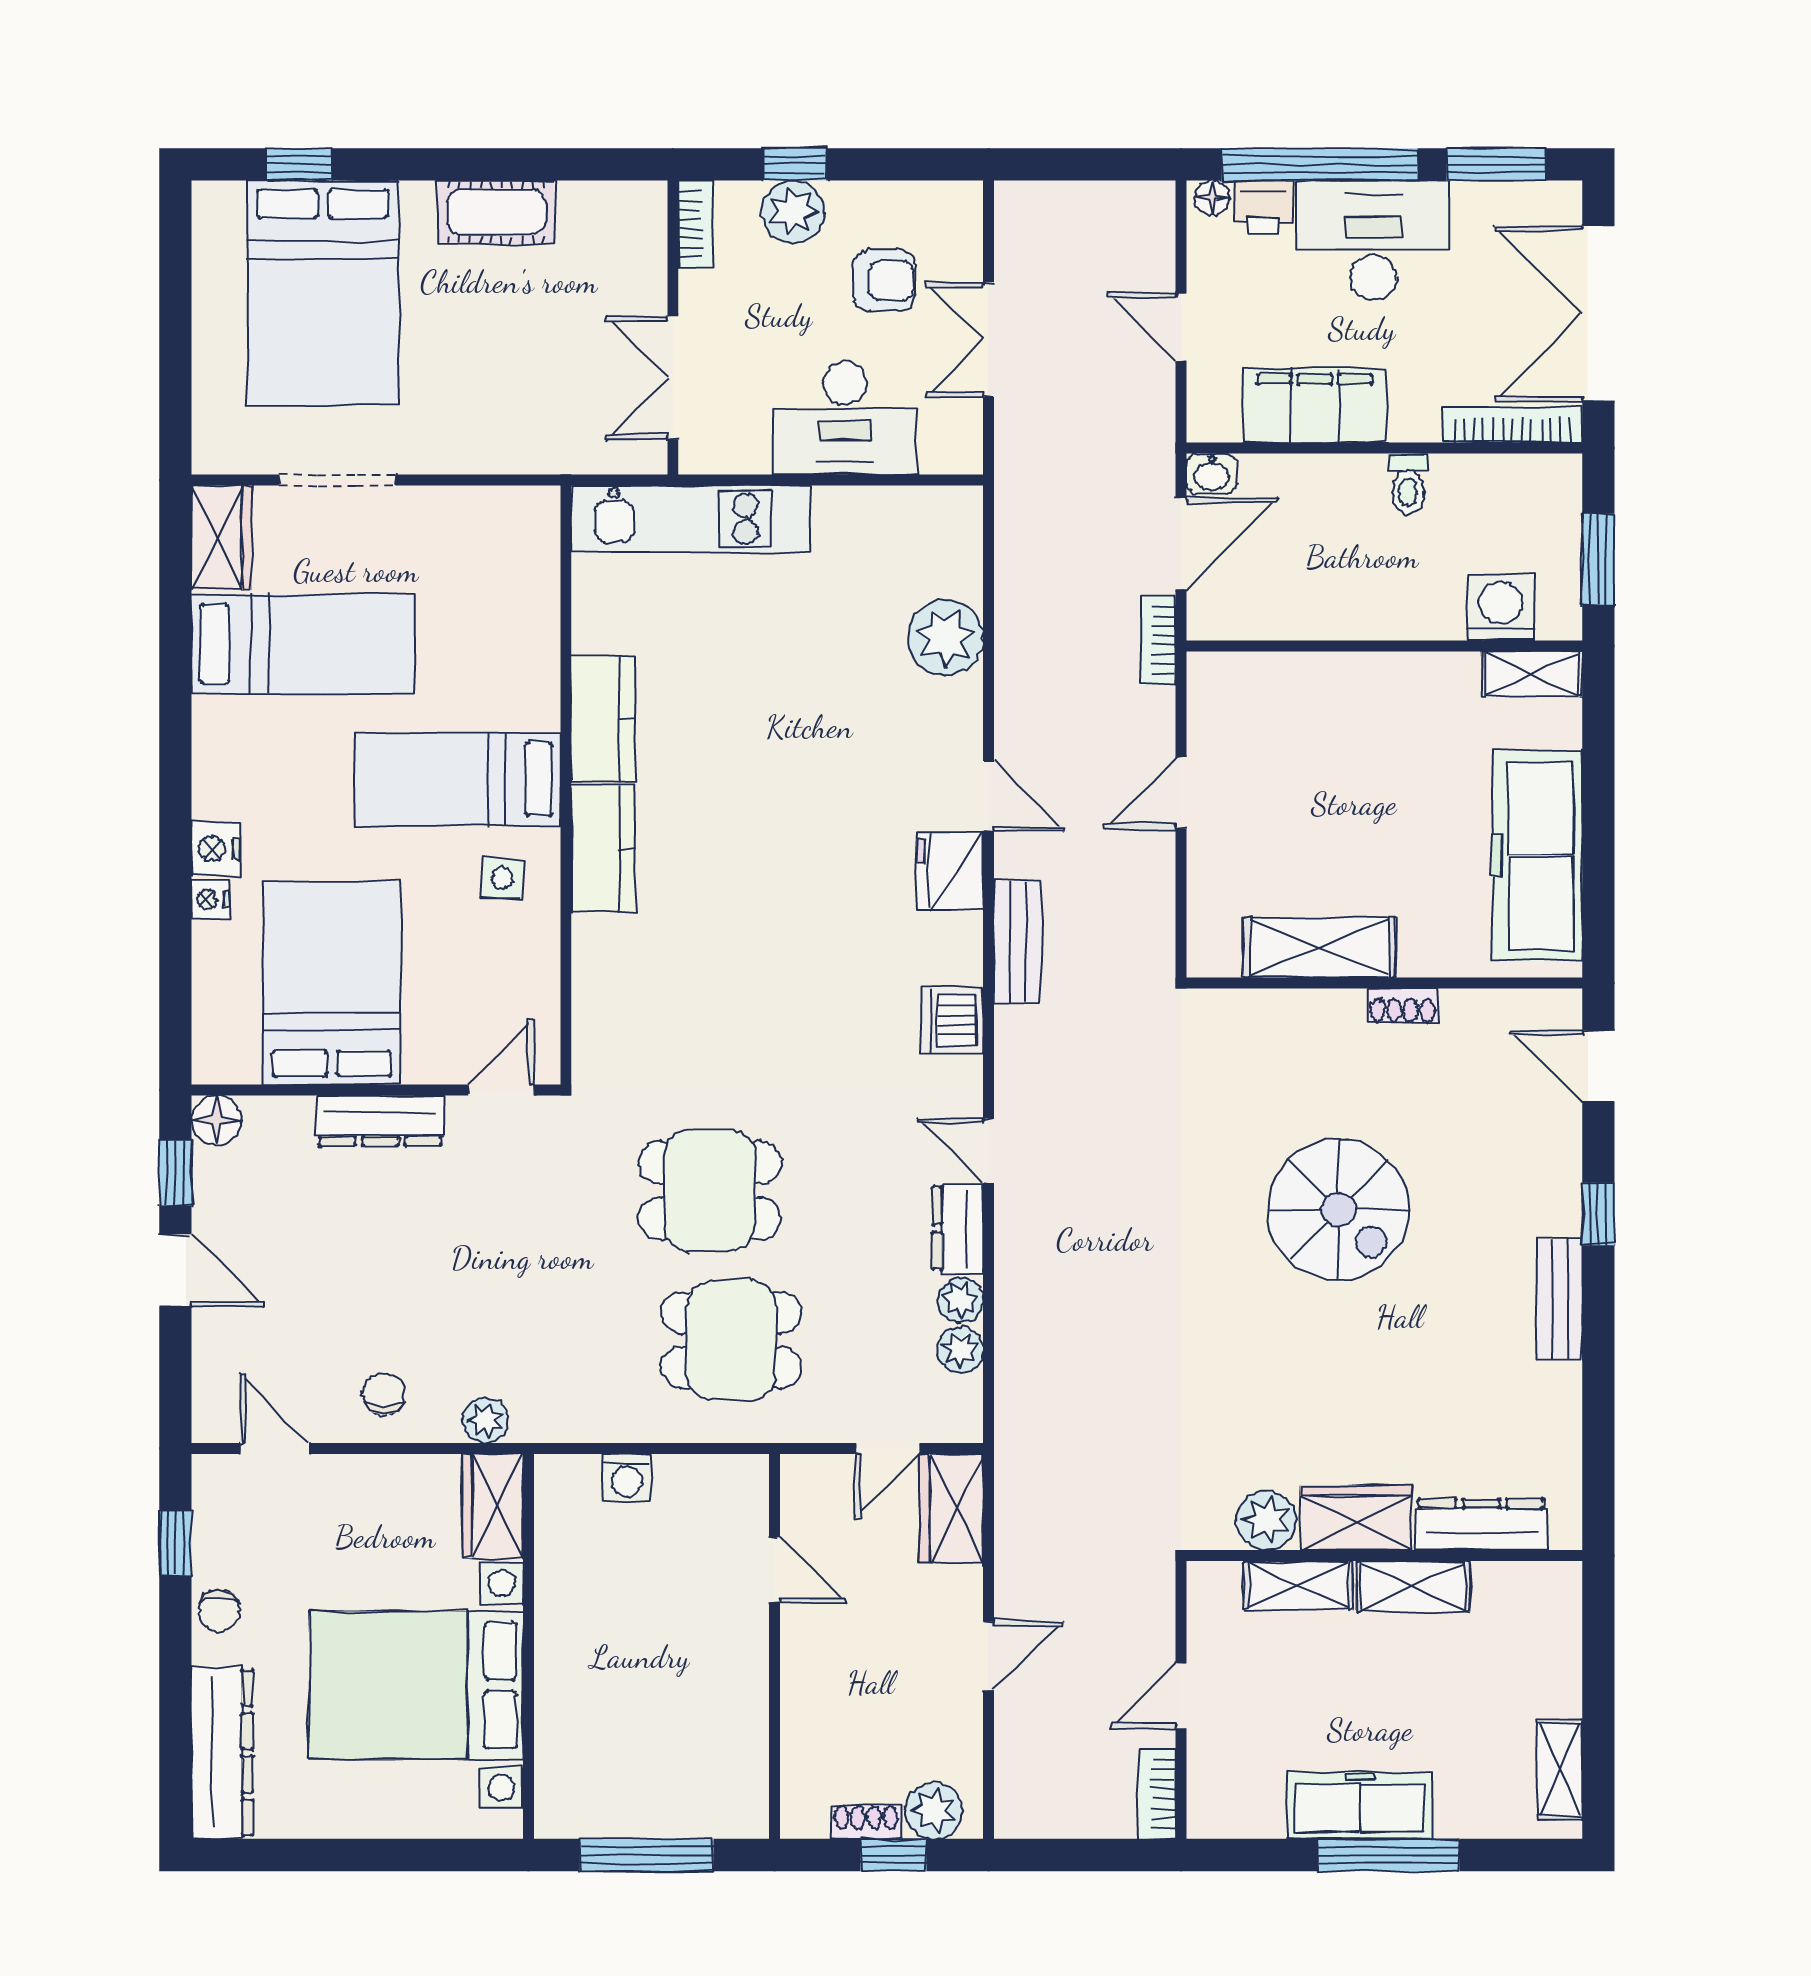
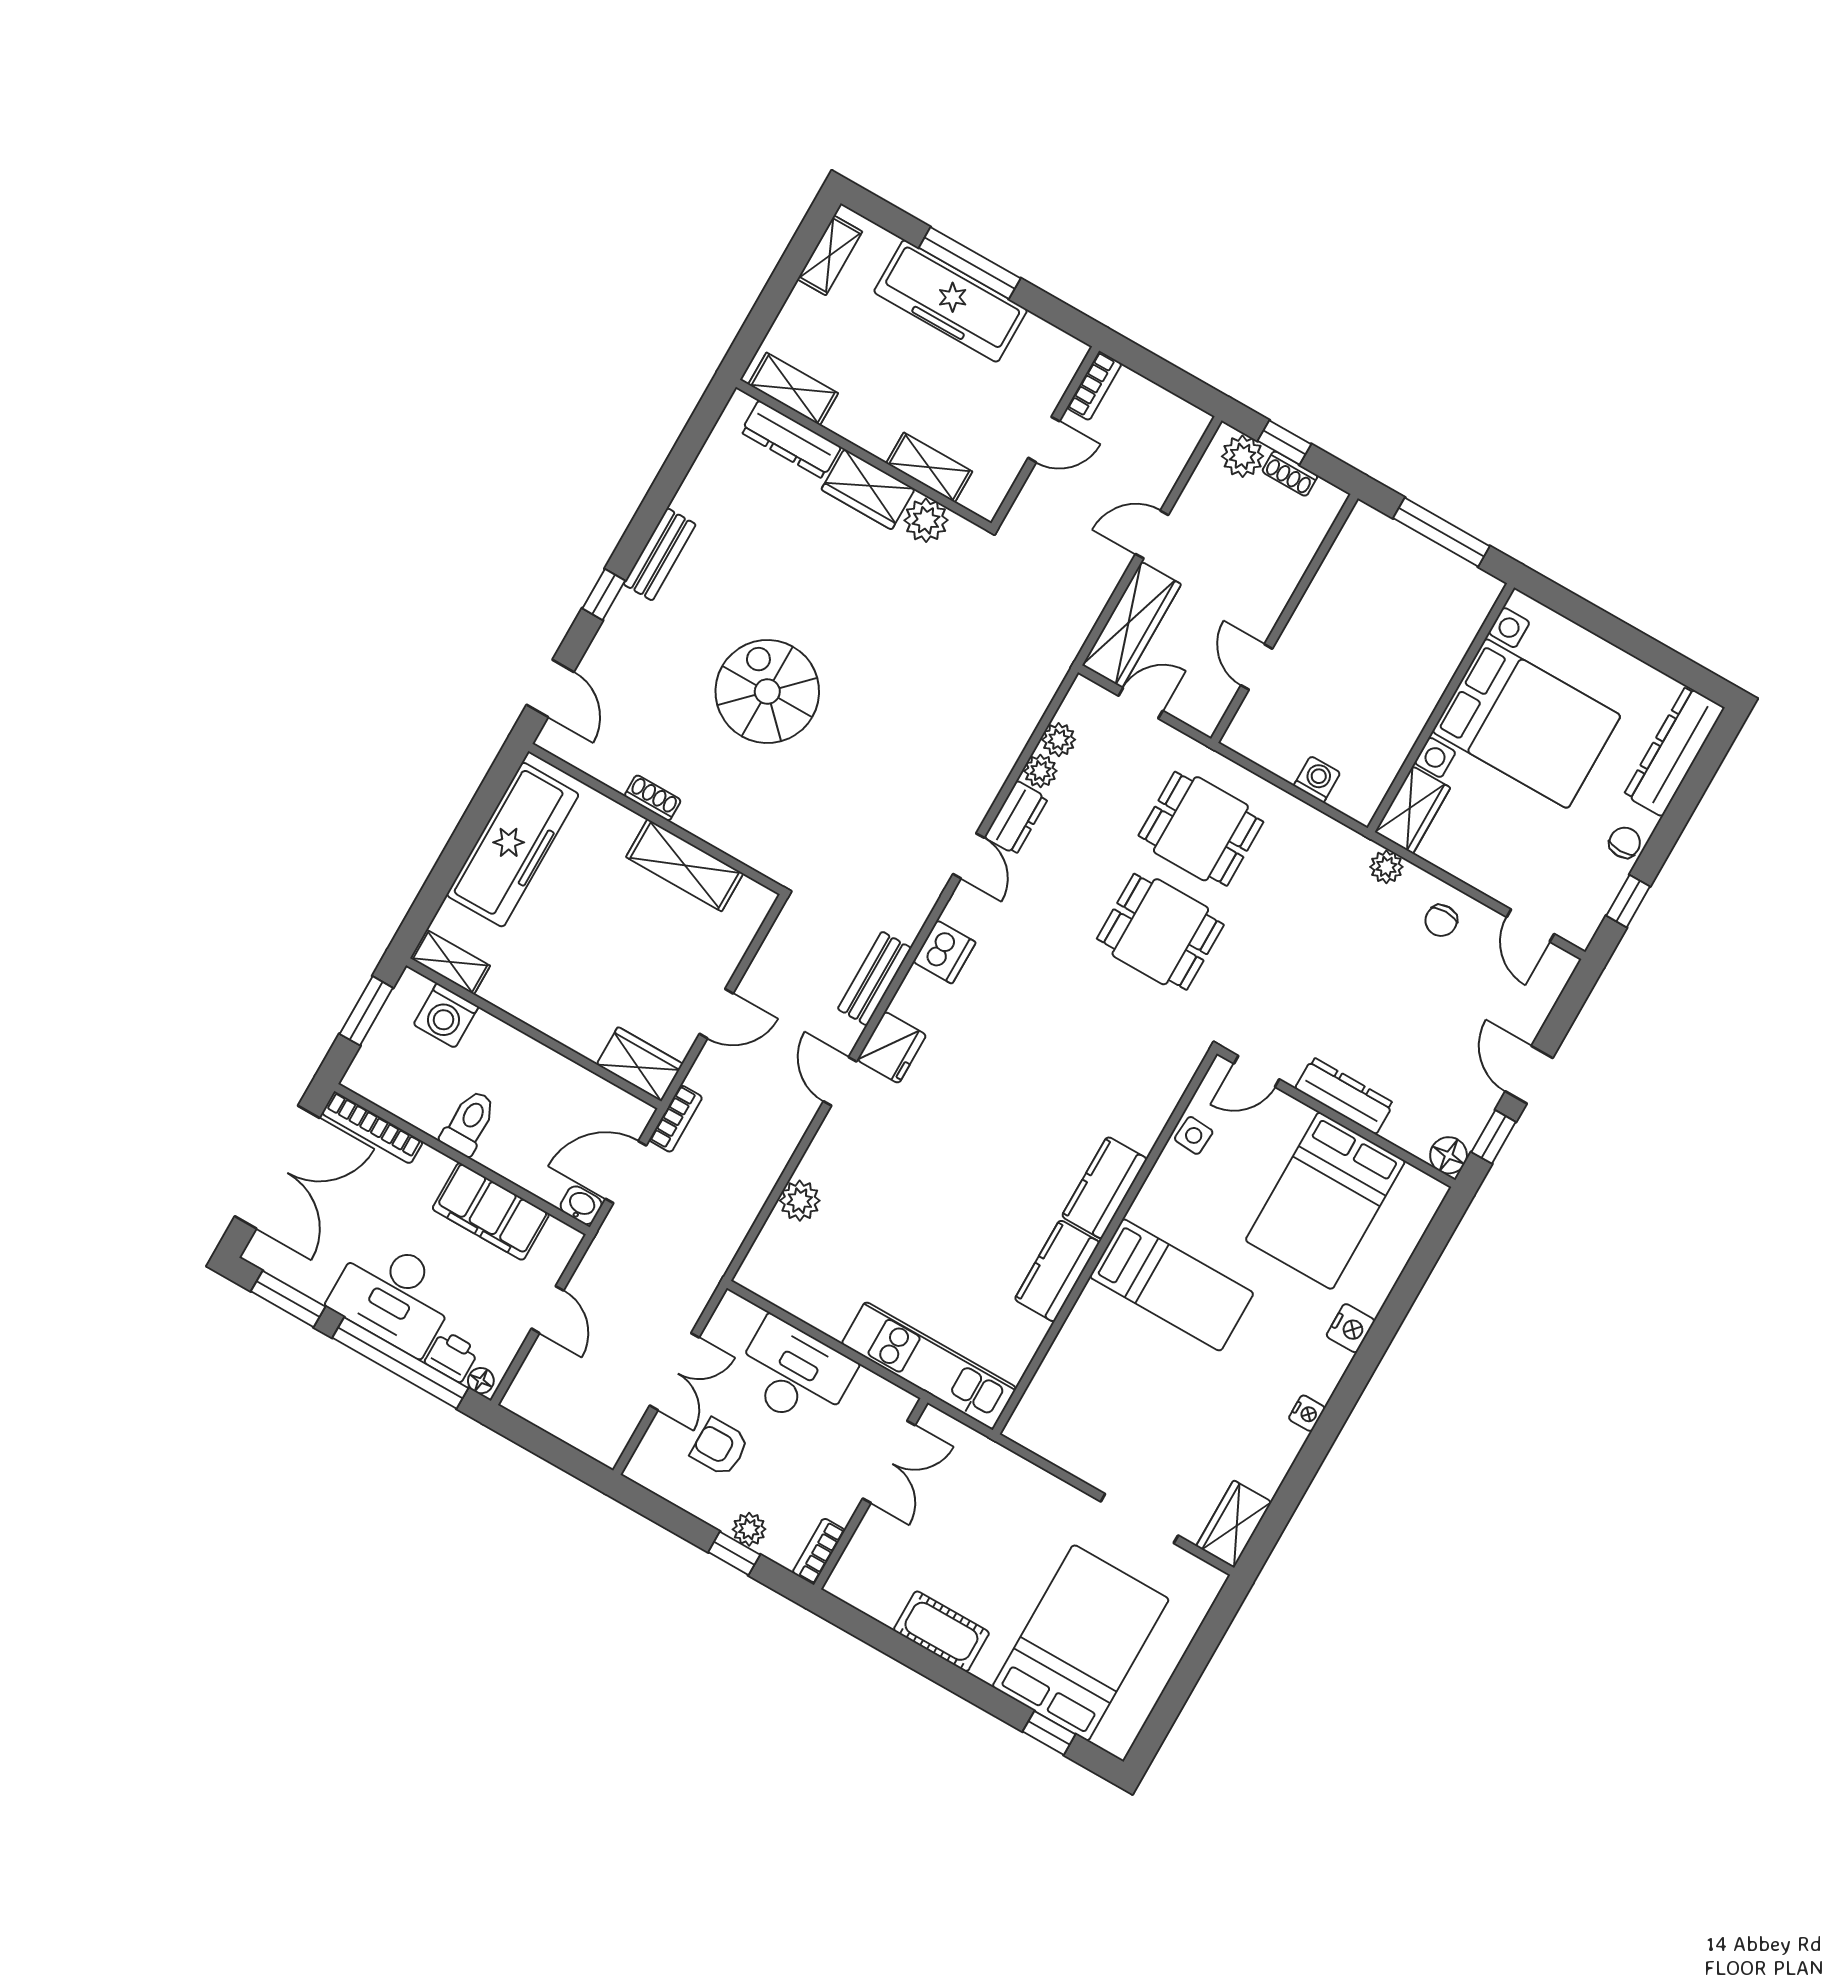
plant: (793, 212) -> (749, 1529), width x0.73, depth x0.73
toilet: (1408, 484) -> (469, 1123), width x1.37, depth x1.39
plant: (945, 637) -> (800, 1201), width x0.73, depth x0.73
bed: (303, 644) -> (1221, 1427), removed
wardrobe: (1238, 681) -> (640, 1064), added
side table: (502, 878) -> (1194, 1135), moved
nightstand: (210, 899) -> (1307, 1413), moved
wardrobe: (952, 1508) -> (1132, 625), width x1.50
shelving: (1413, 1586) -> (793, 389), moved
freezer: (1359, 1806) -> (951, 301), width x1.36, depth x1.26

